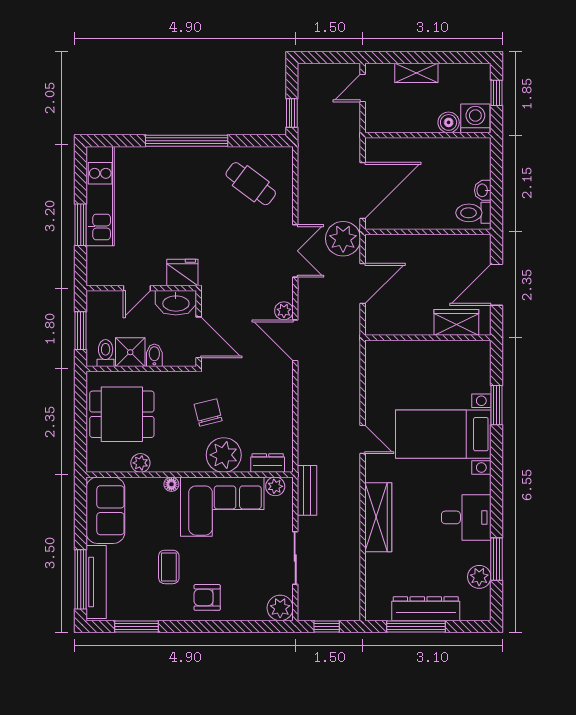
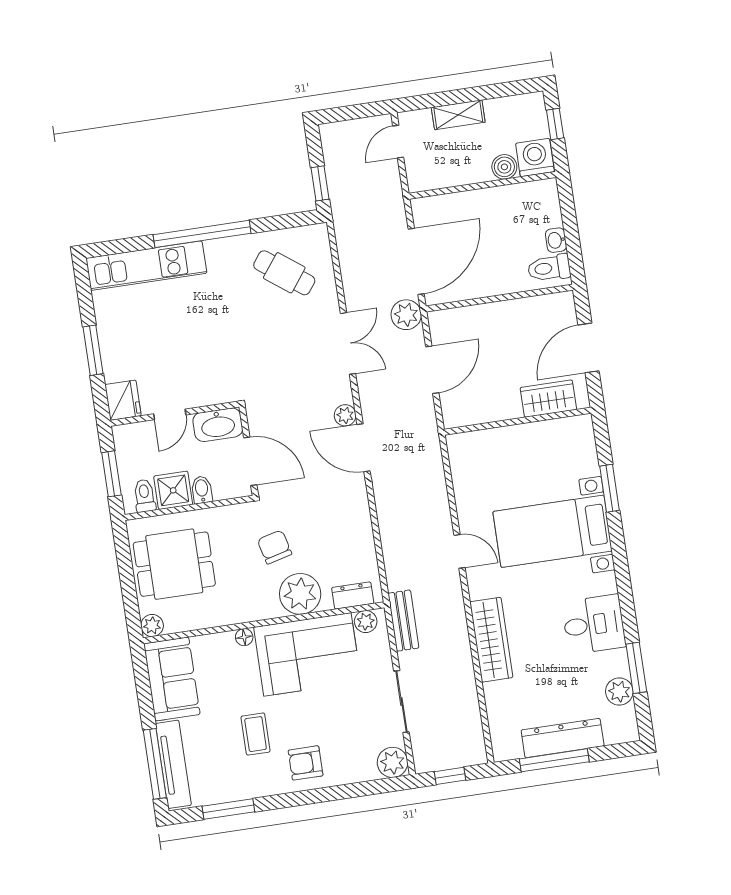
kitchen unit: (100, 196) -> (146, 266), moved, turned 90
plant: (343, 239) -> (406, 315), width x0.73, depth x0.73
fridge: (182, 272) -> (123, 400), moved, turned 90
plant: (140, 463) -> (152, 625), moved

